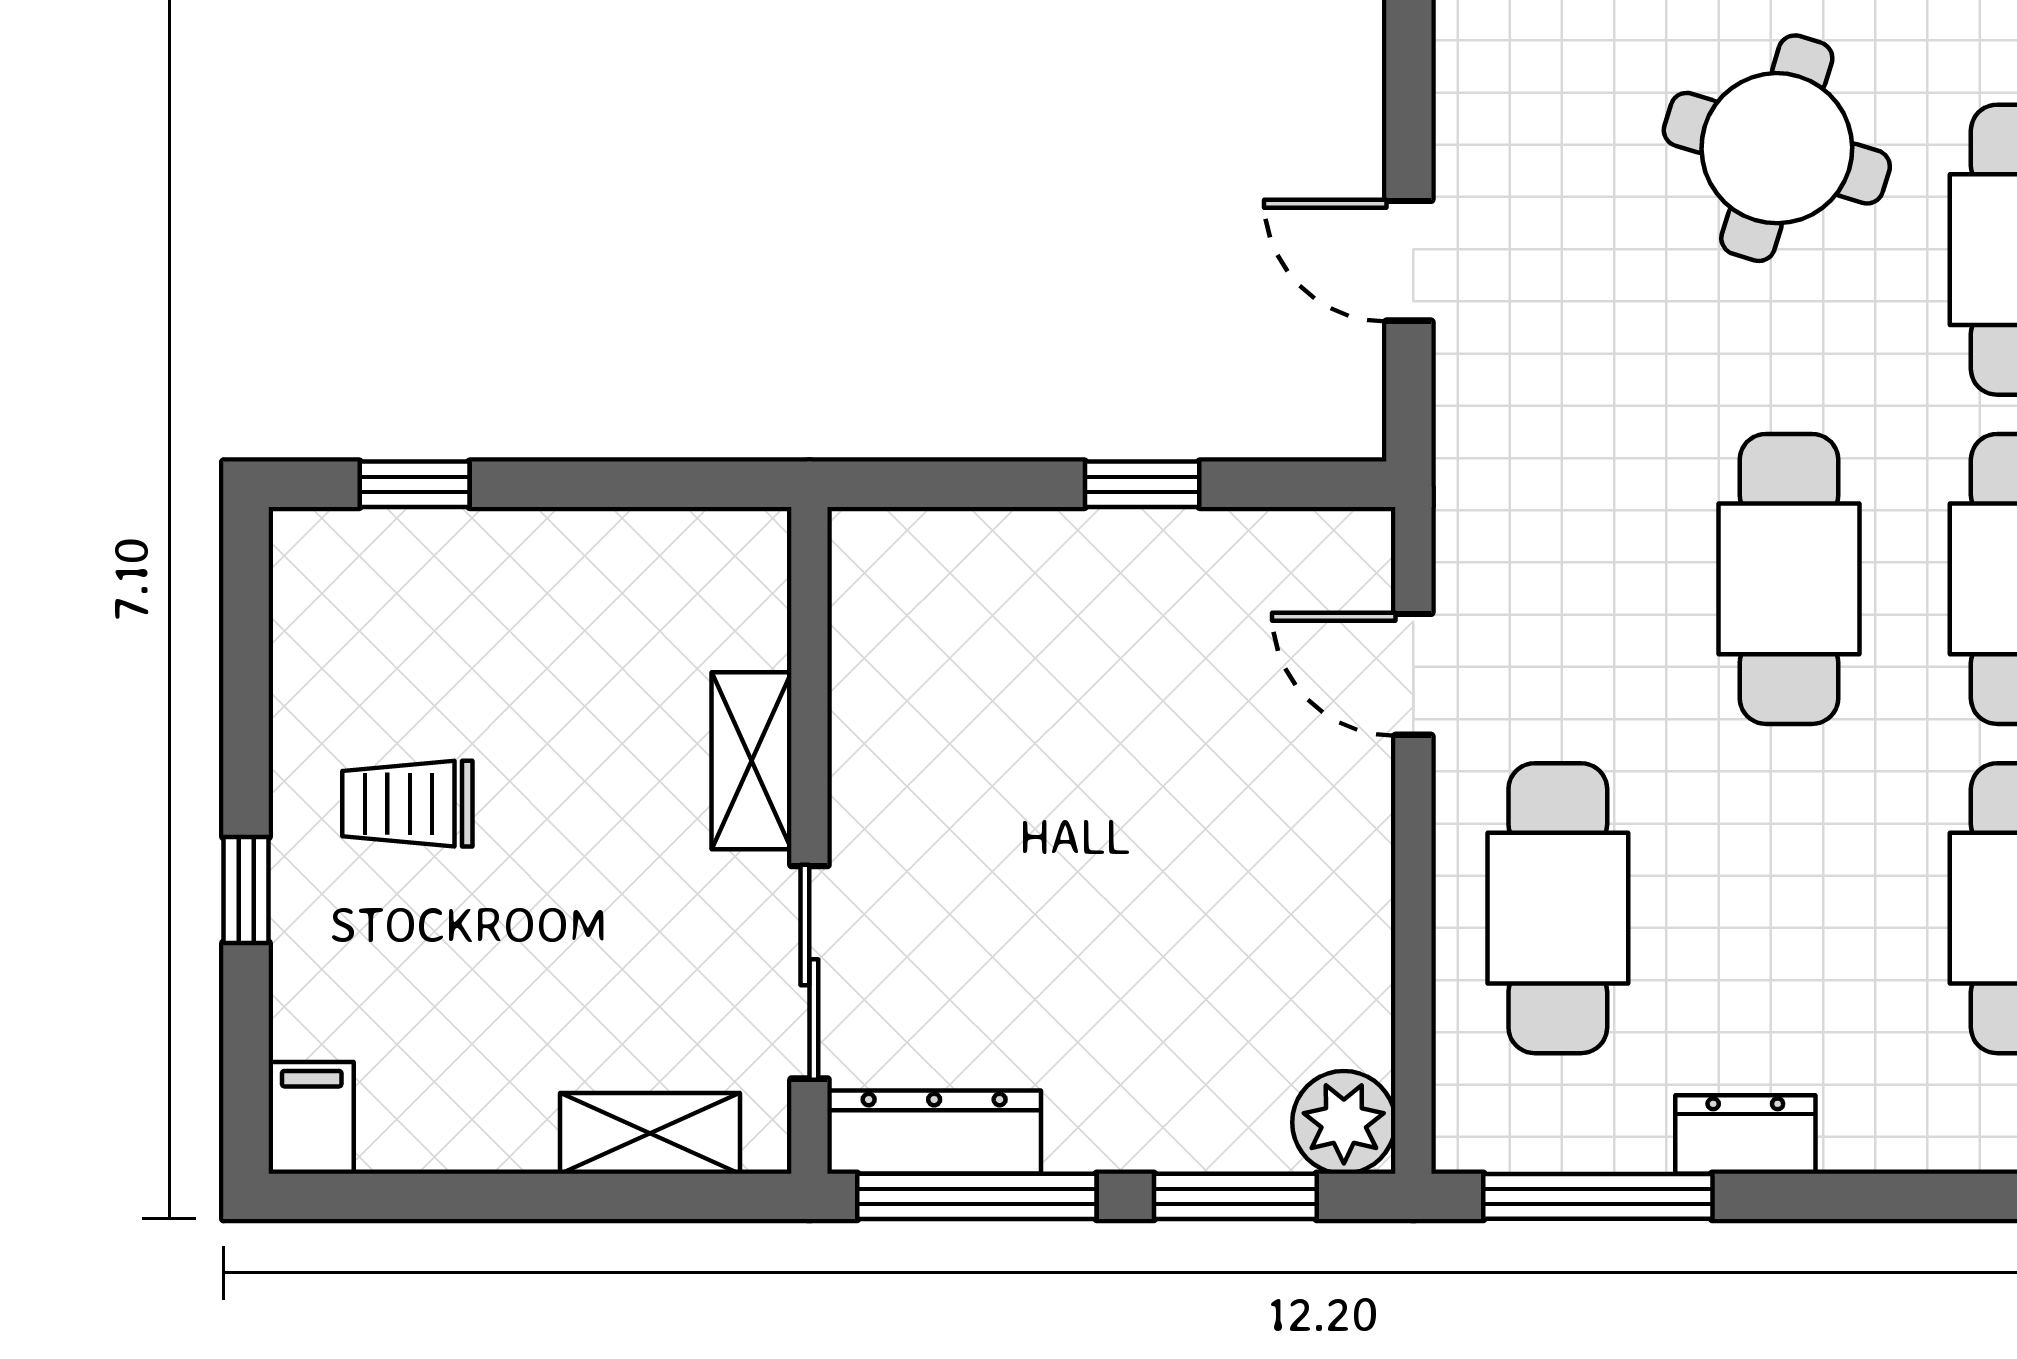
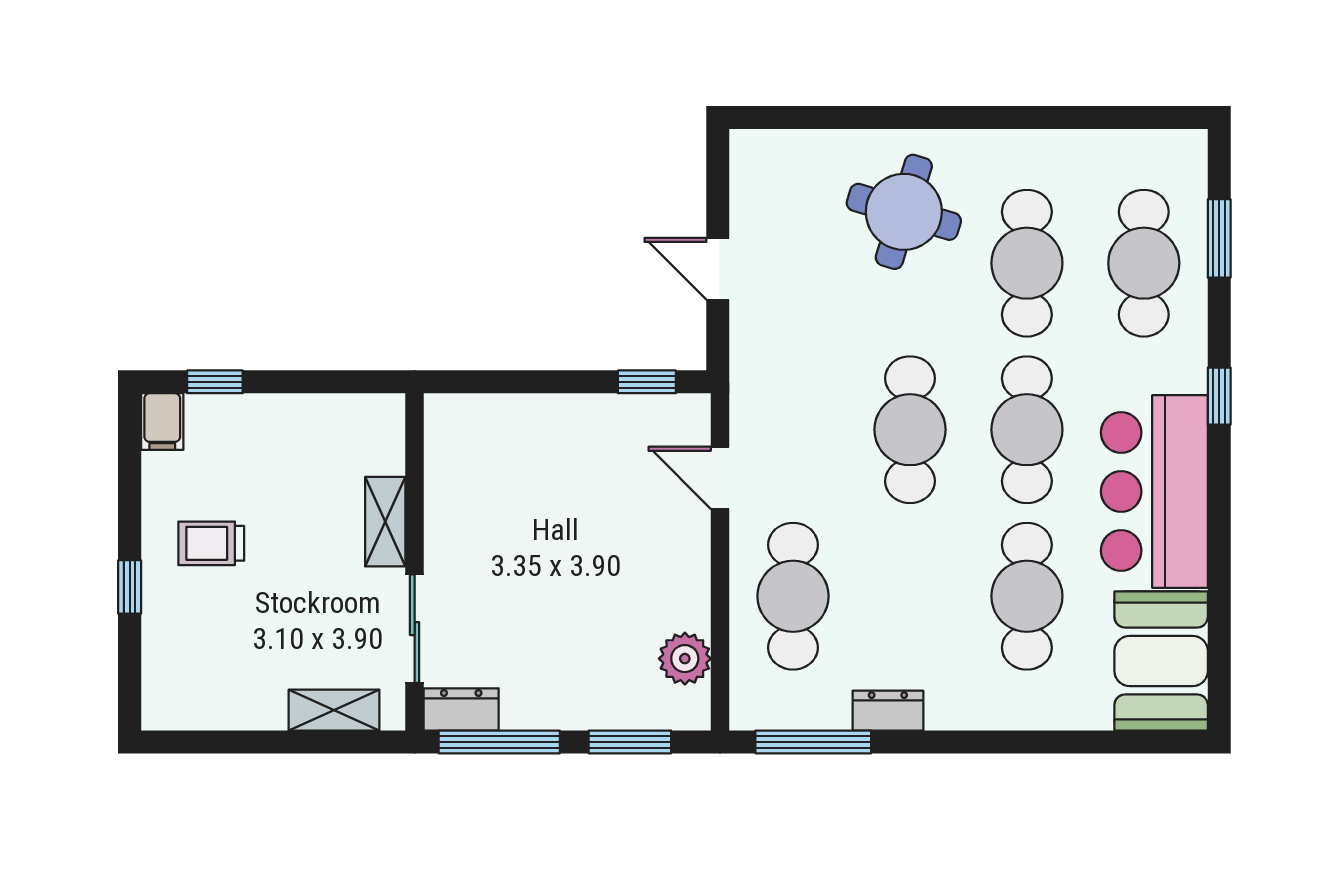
window: (1142, 484) -> (647, 382), moved
filing cabinet: (312, 1118) -> (162, 422), moved, turned 180
plant: (1344, 1122) -> (685, 659), moved
dresser: (934, 1132) -> (461, 709), width x0.70

